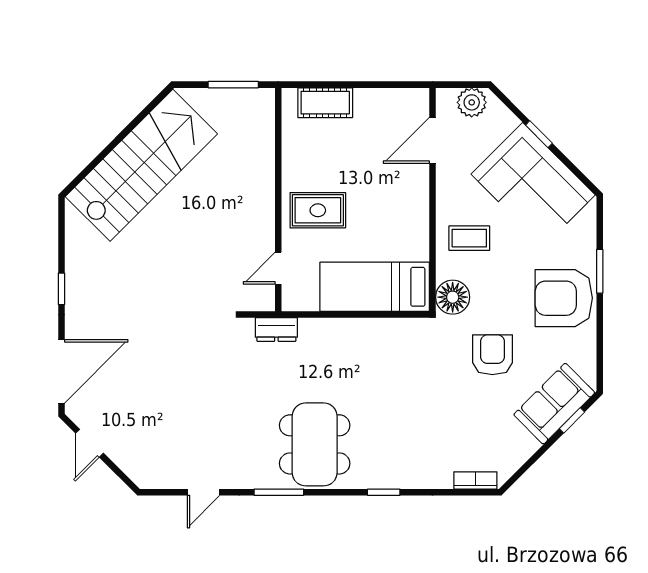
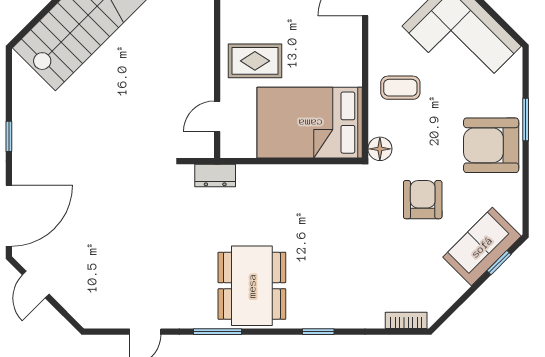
bed: (375, 287) -> (310, 123), width x1.50
floor lamp: (453, 297) -> (380, 149), width x0.73, depth x0.73

